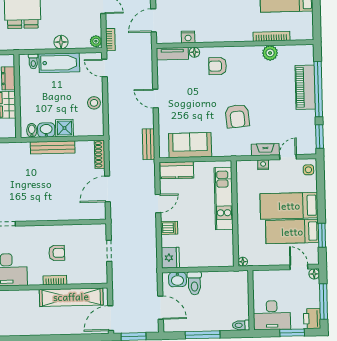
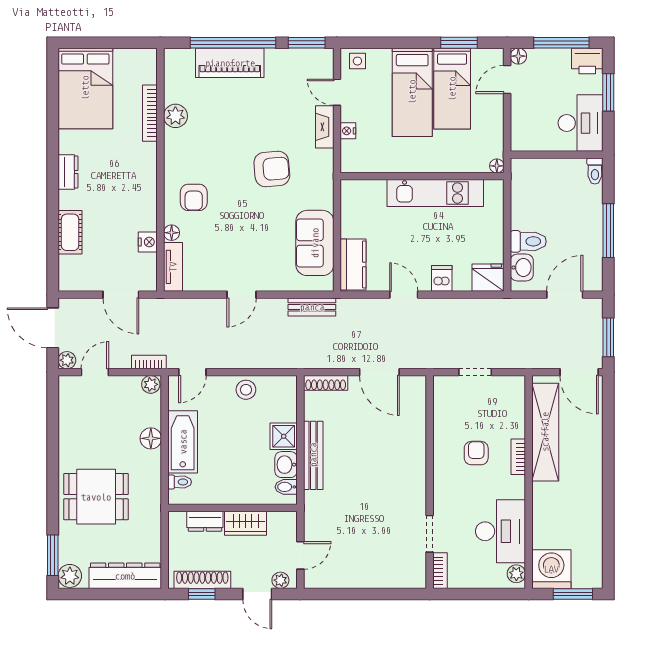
kitchen unit: (224, 198) -> (435, 193), moved

